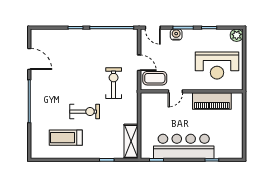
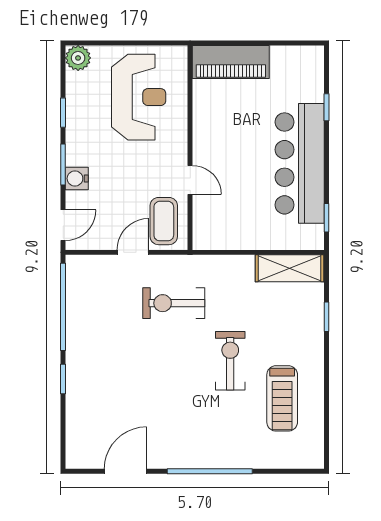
piano: (212, 101) -> (231, 62), moved, turned 90

